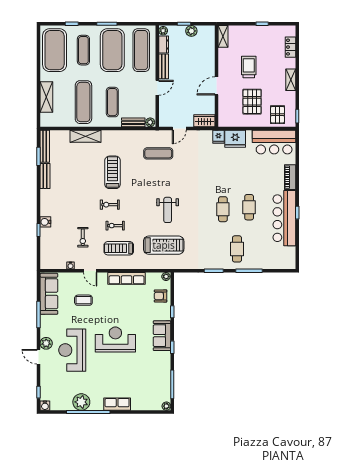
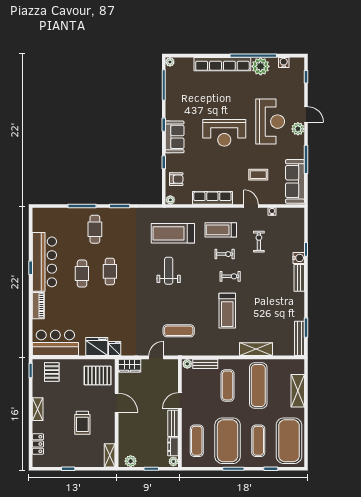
plant: (191, 31) -> (131, 461), moved
exercise mat: (141, 50) -> (197, 441), width x0.73, depth x0.69
door: (216, 86) -> (117, 403), hinge flipped
pallet: (252, 102) -> (98, 376), moved, turned 90
bench: (45, 176) -> (299, 278), moved
treadmill: (119, 248) -> (221, 230), turned 180
row of seats: (117, 404) -> (222, 64), width x2.02
water cooler: (45, 406) -> (284, 62), moved

